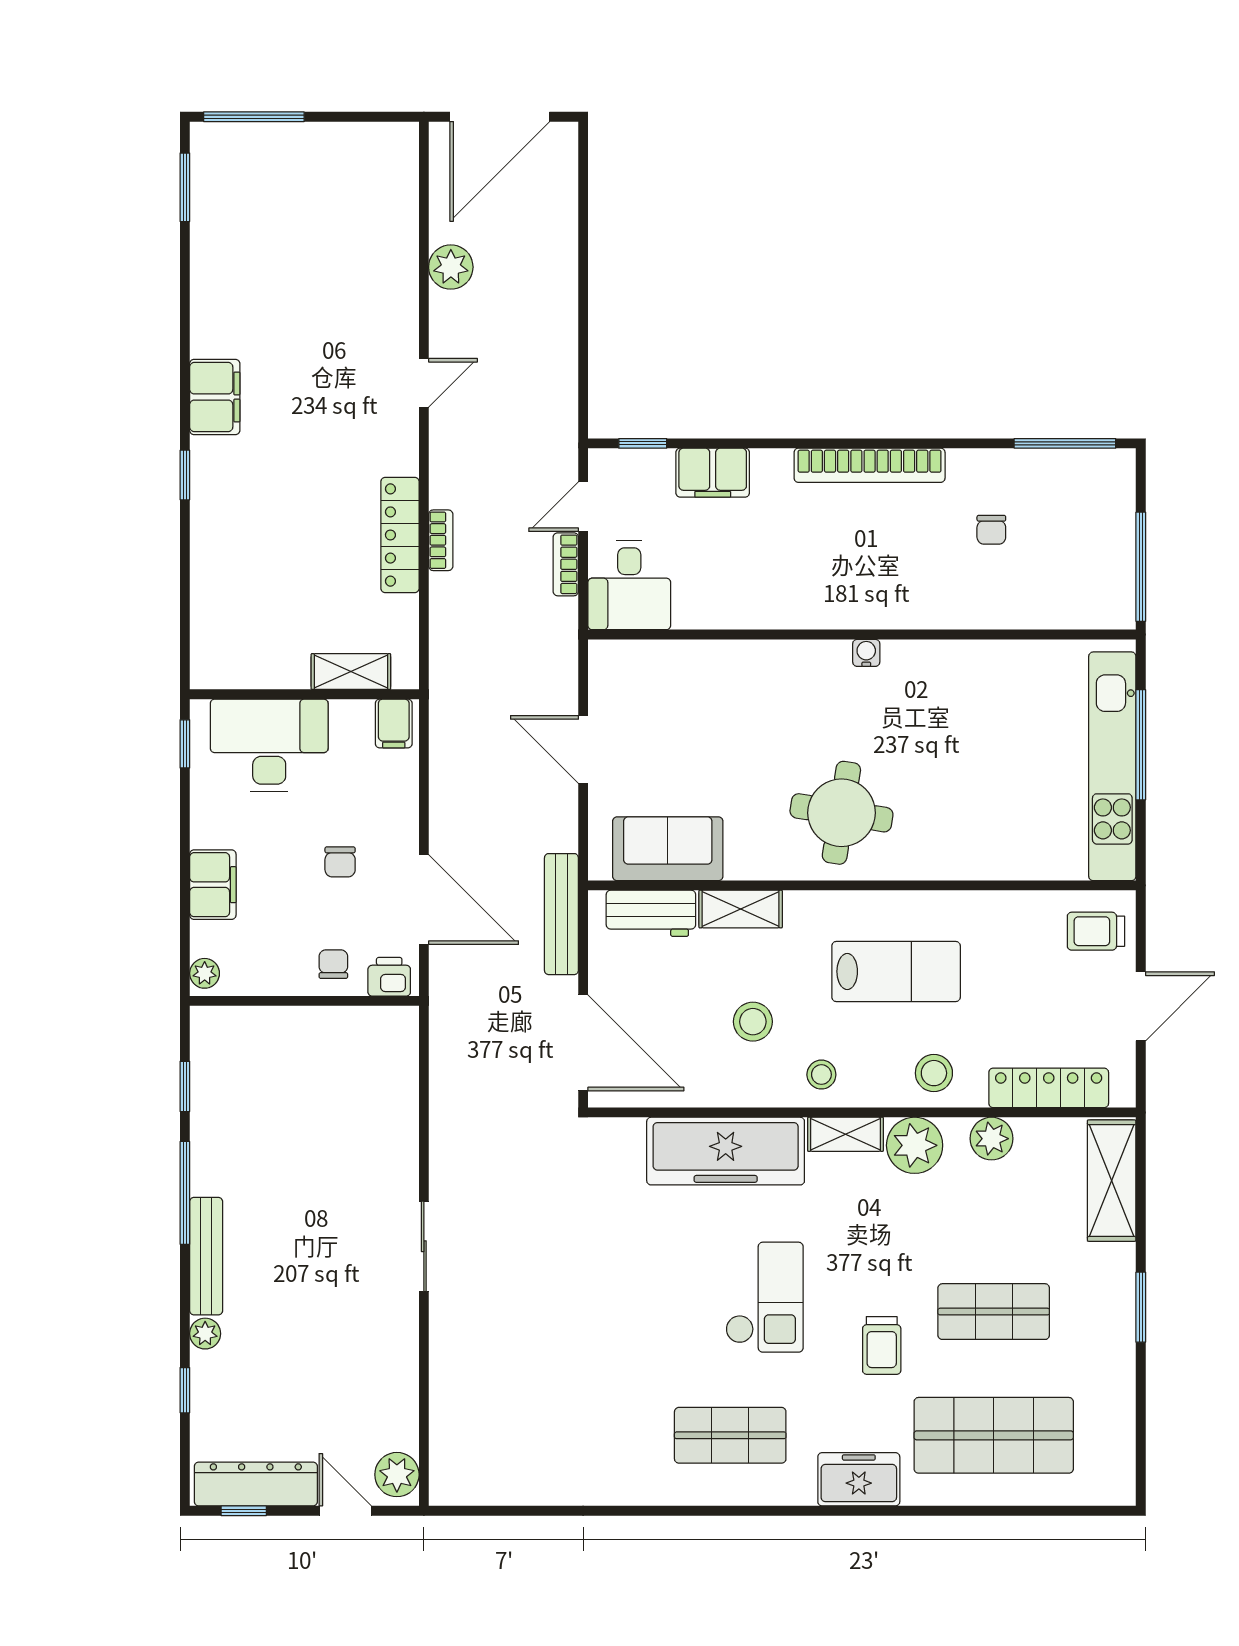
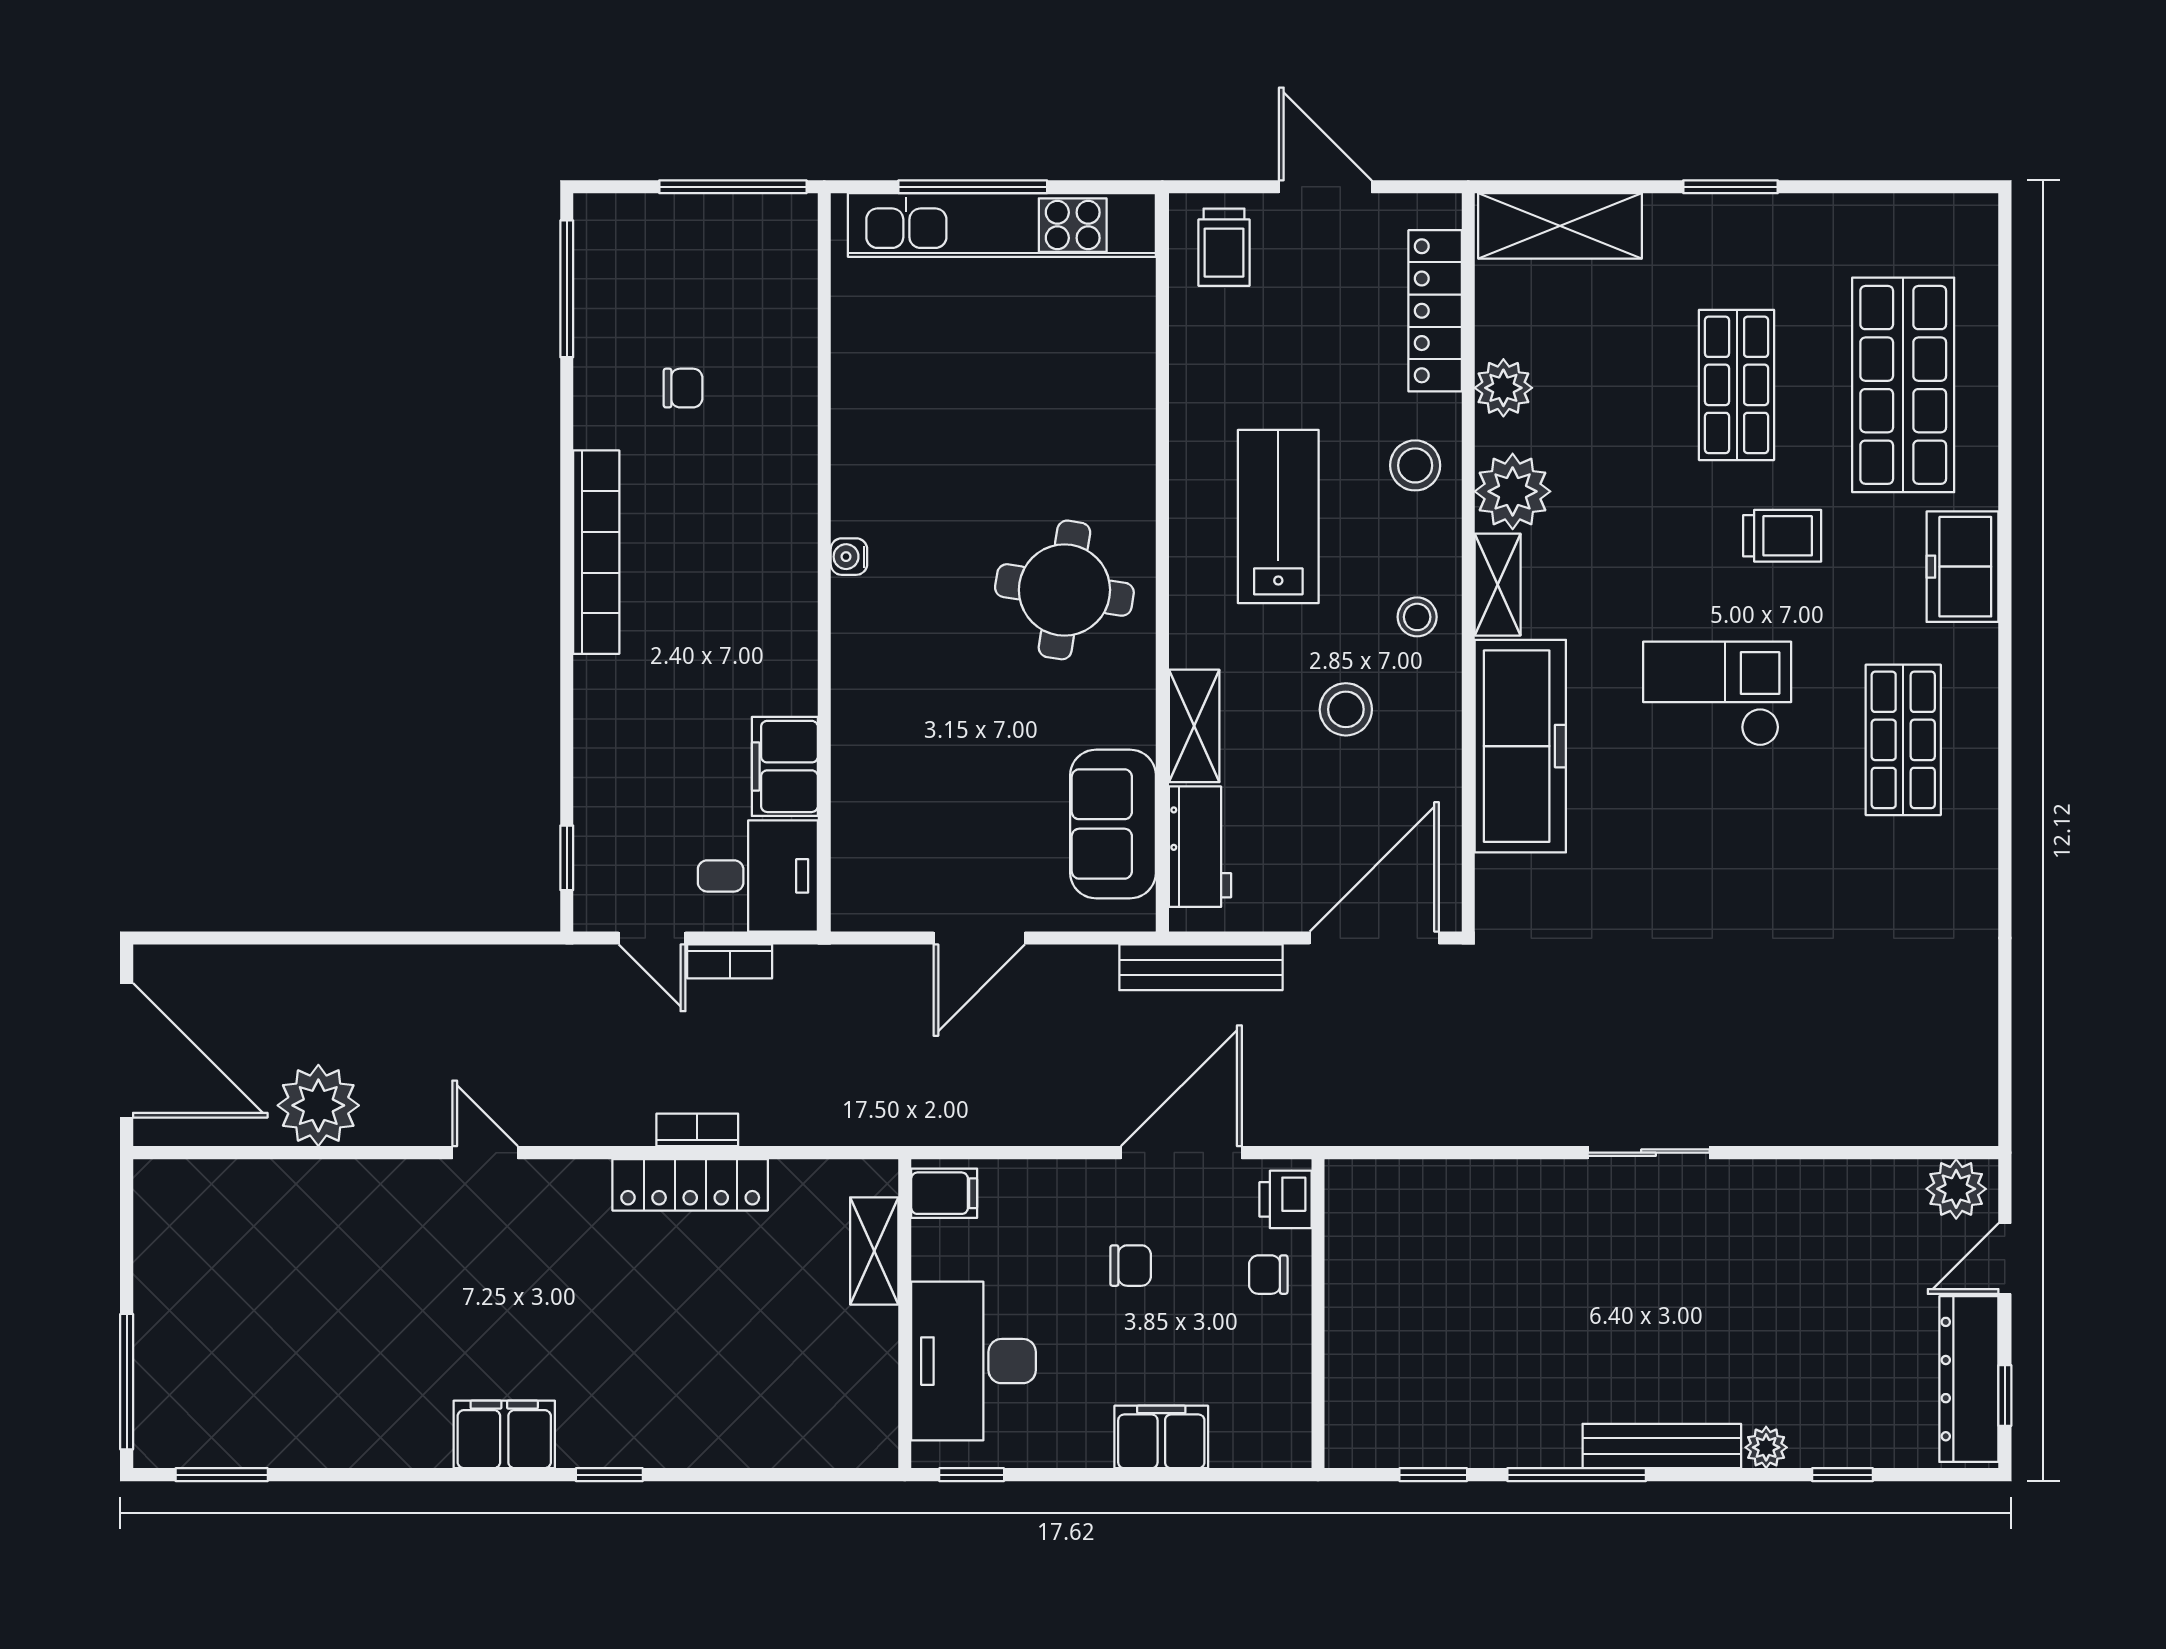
plant: (451, 267) -> (318, 1105), width x1.36, depth x1.36
filing cabinet: (713, 473) -> (785, 766), moved, turned 180
plant: (205, 973) -> (1281, 1448), removed

